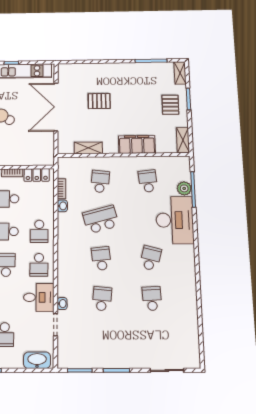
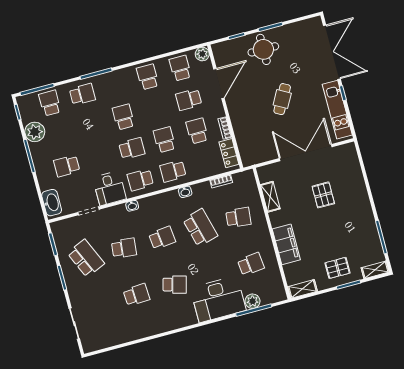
washbasin: (62, 206) -> (185, 192), moved
washbasin: (62, 304) -> (132, 206), moved
school desk: (103, 340) -> (86, 258), added

